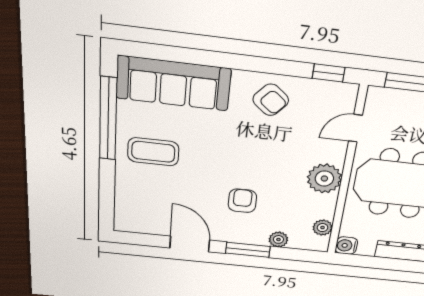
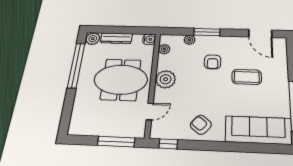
coffee table: (153, 152) -> (247, 77), moved
door: (190, 244) -> (260, 33), moved

